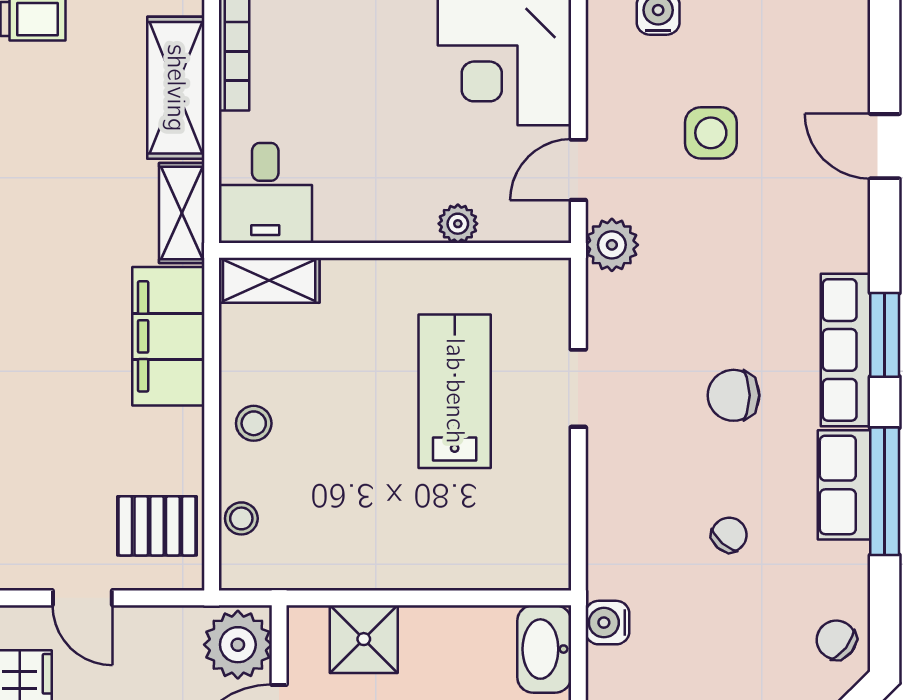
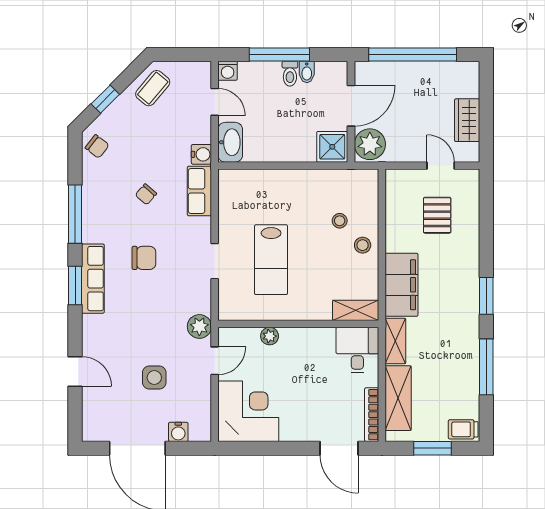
row of seats: (844, 485) -> (199, 191), moved, turned 180
stool: (241, 518) -> (340, 221), moved
pallet: (157, 526) -> (437, 215), moved, turned 90
shower: (364, 639) -> (332, 147), moved

